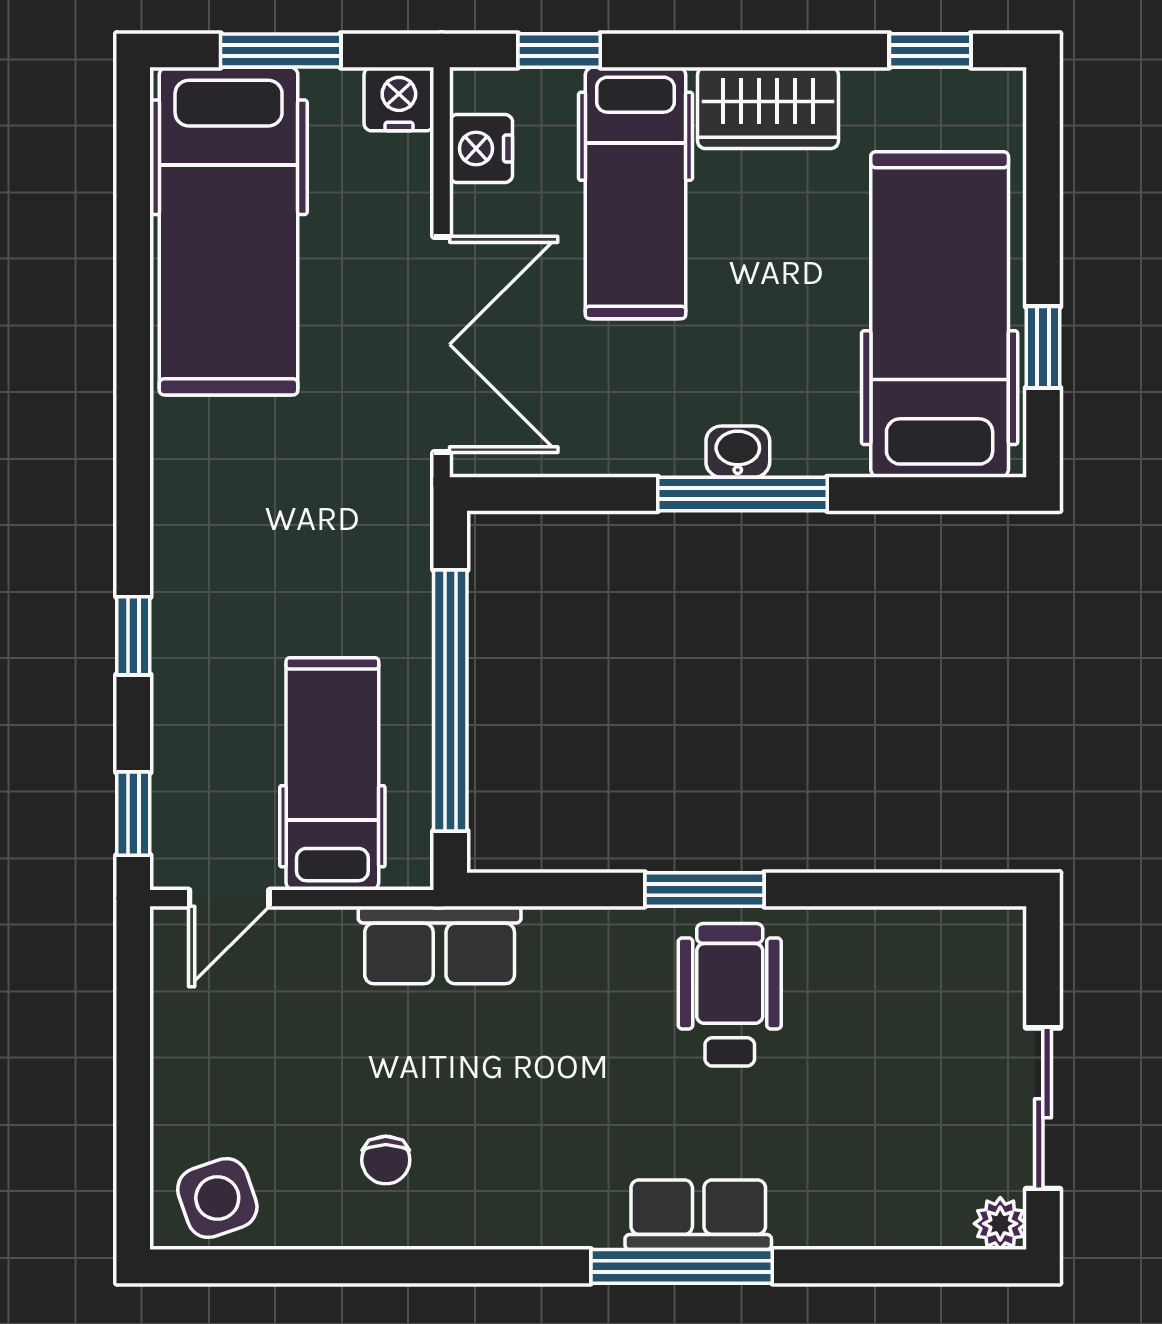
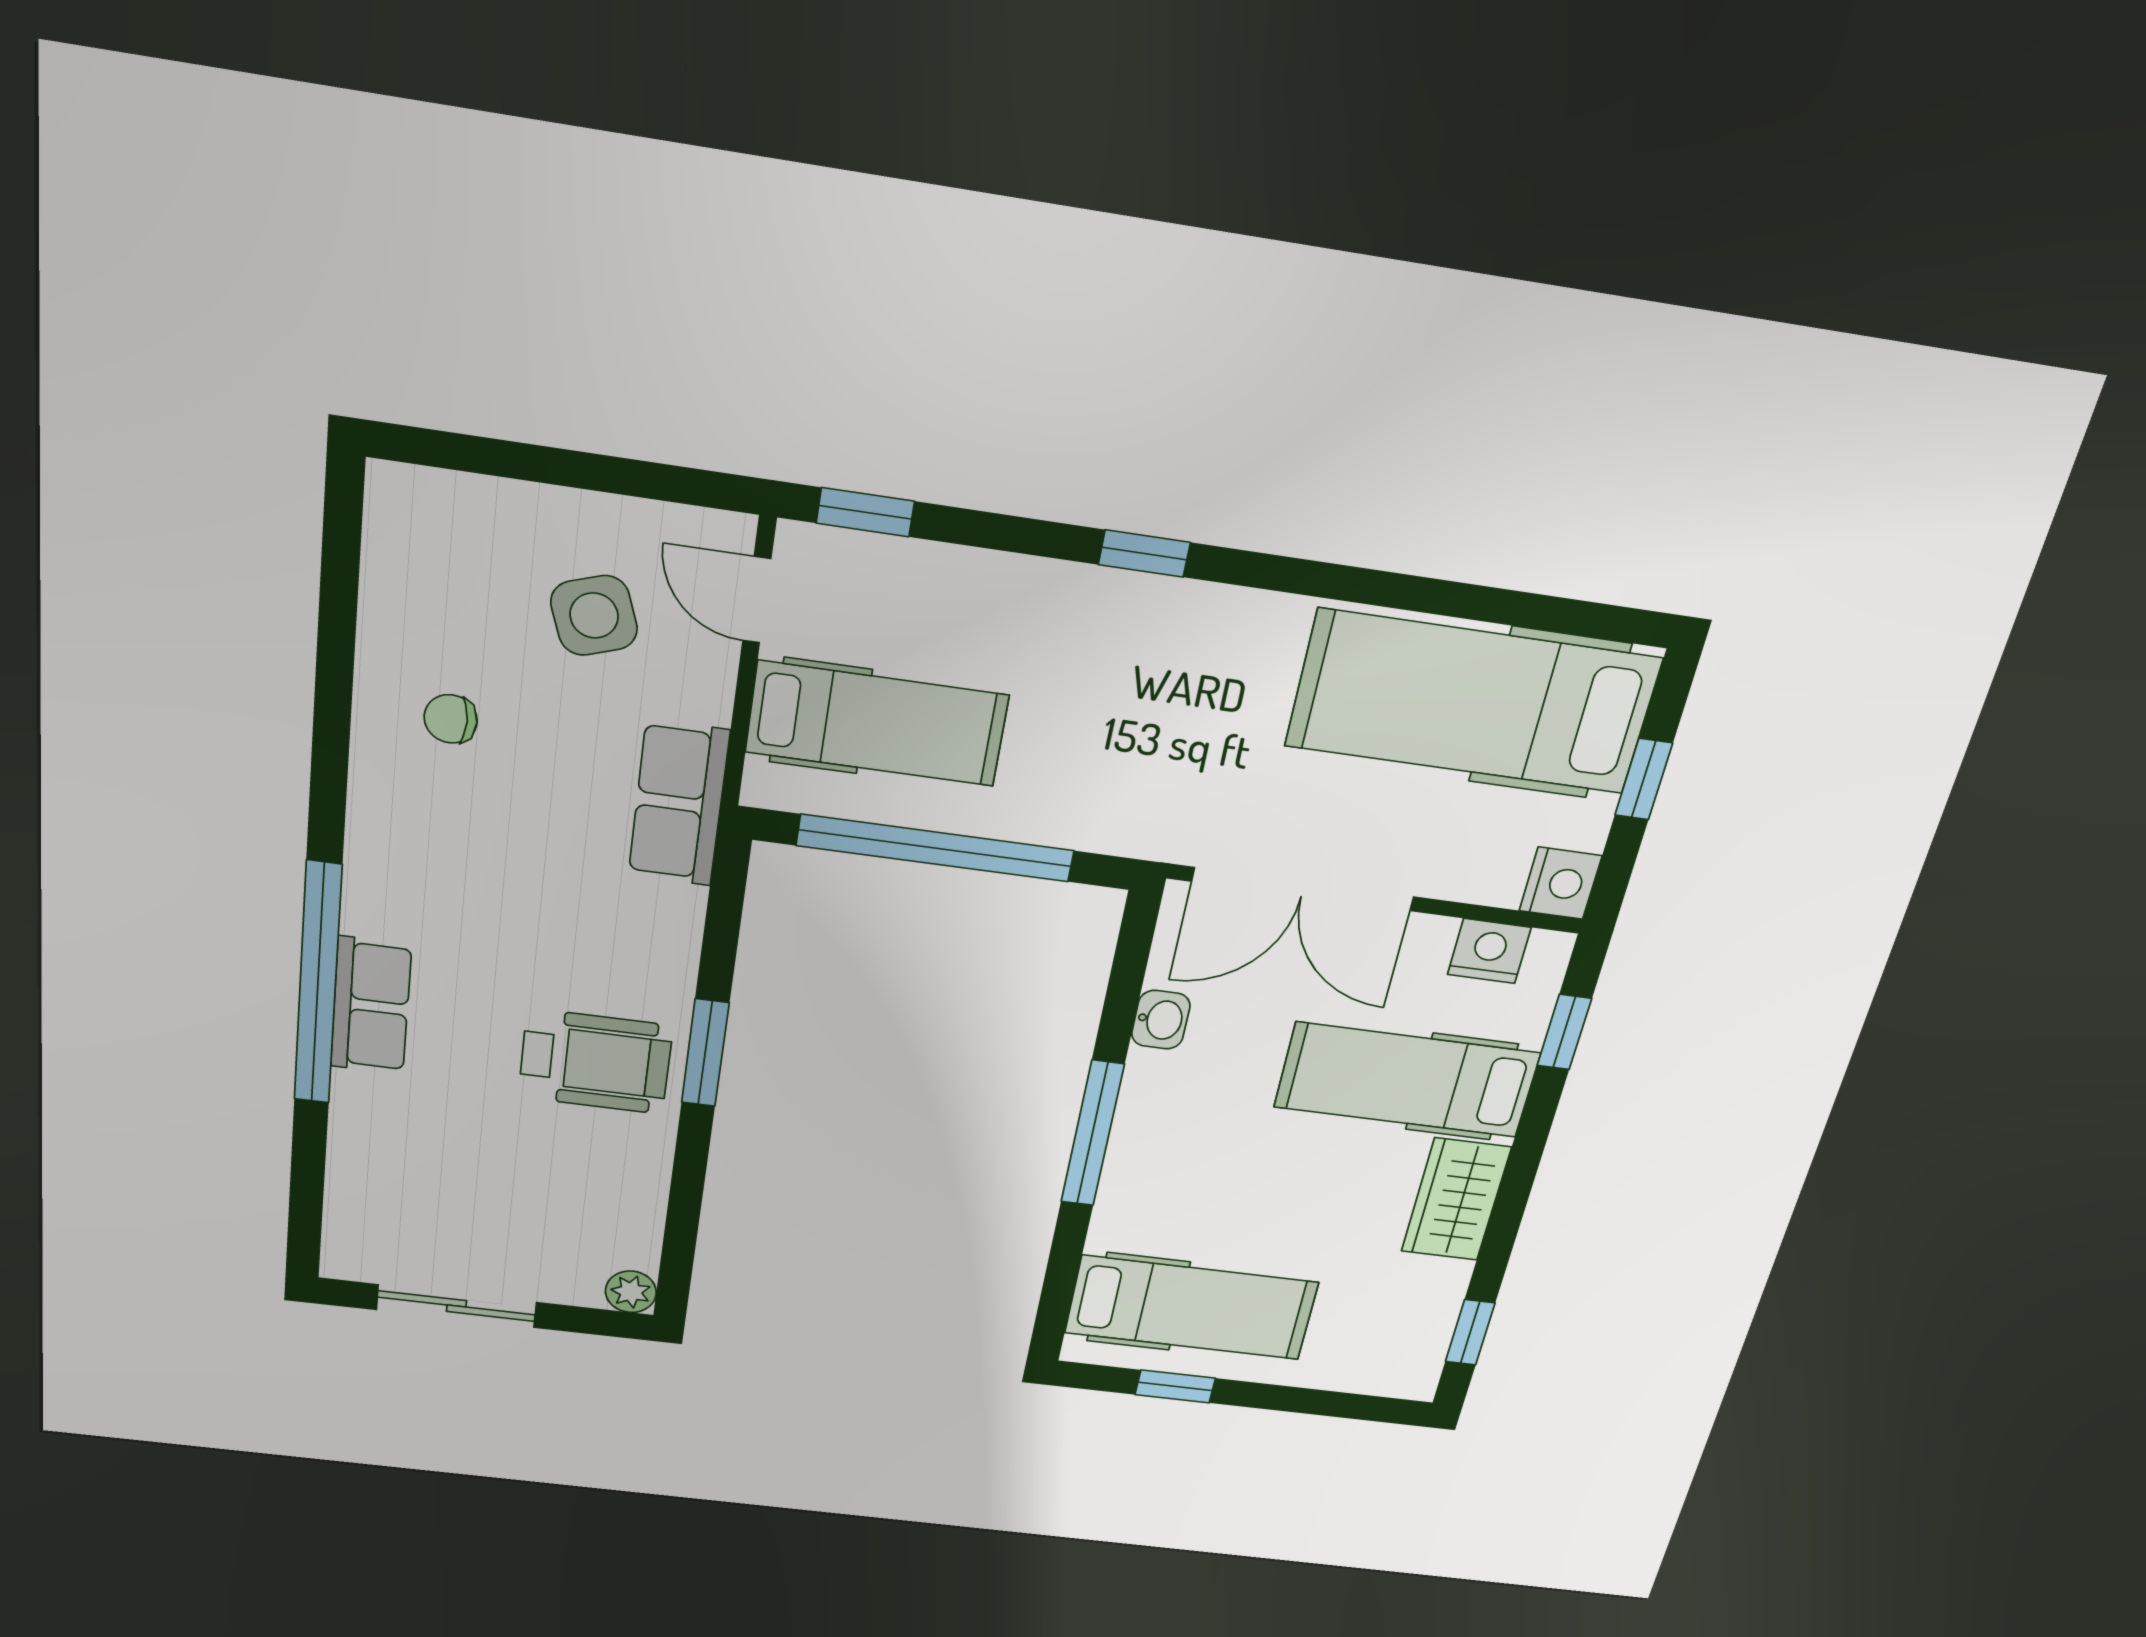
window: (281, 50) -> (1644, 779), width x0.67
hospital bed: (940, 314) -> (1191, 1308), width x0.73, depth x0.78
washbasin: (738, 452) -> (1161, 1020), moved
window: (133, 636) -> (1144, 554), moved
side table: (217, 1198) -> (594, 615), moved
plant: (1000, 1224) -> (631, 1292), moved
window: (682, 1266) -> (318, 984), width x1.46

